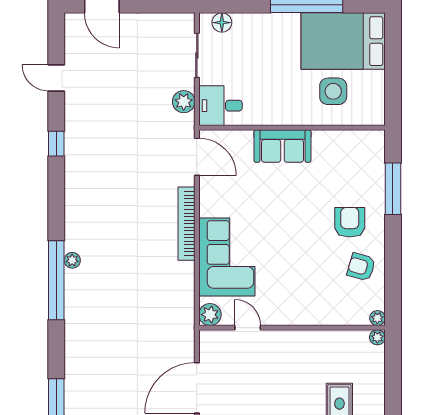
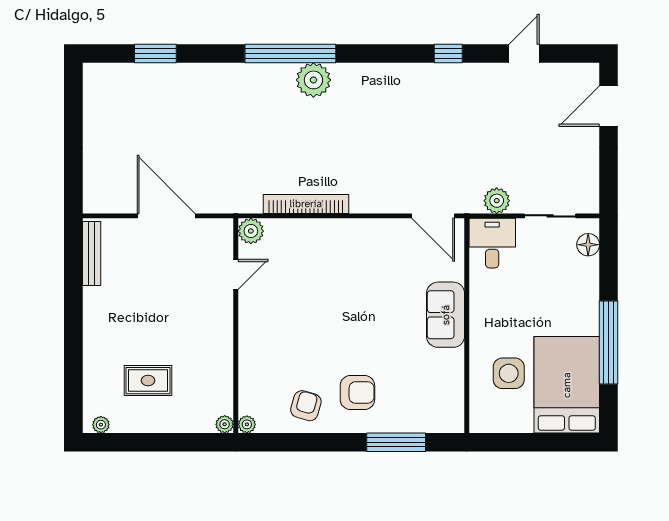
door: (197, 157) -> (433, 216), hinge flipped
bookcase: (187, 224) -> (306, 204), moved
corner sofa: (227, 257) -> (317, 250), removed
plant: (72, 260) -> (313, 80), width x1.87, depth x1.87

